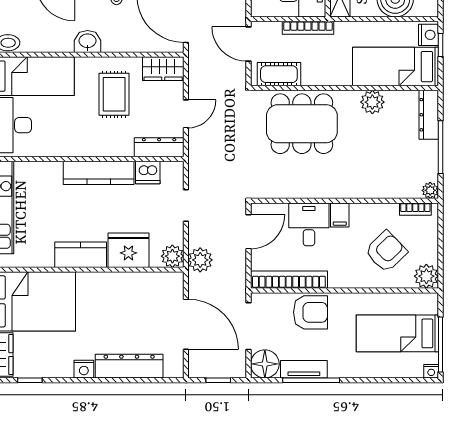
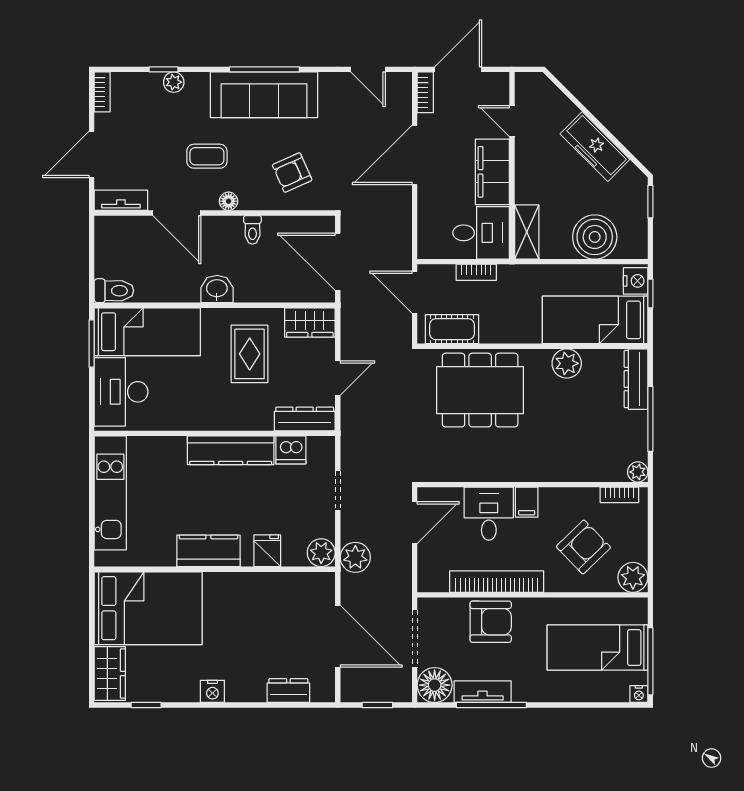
bookcase: (308, 28) -> (476, 272), width x0.64
fridge: (128, 250) -> (267, 551), width x0.53, depth x0.75
bookcase: (289, 280) -> (497, 582), moved
dresser: (129, 366) -> (288, 691), width x0.51, depth x0.80

